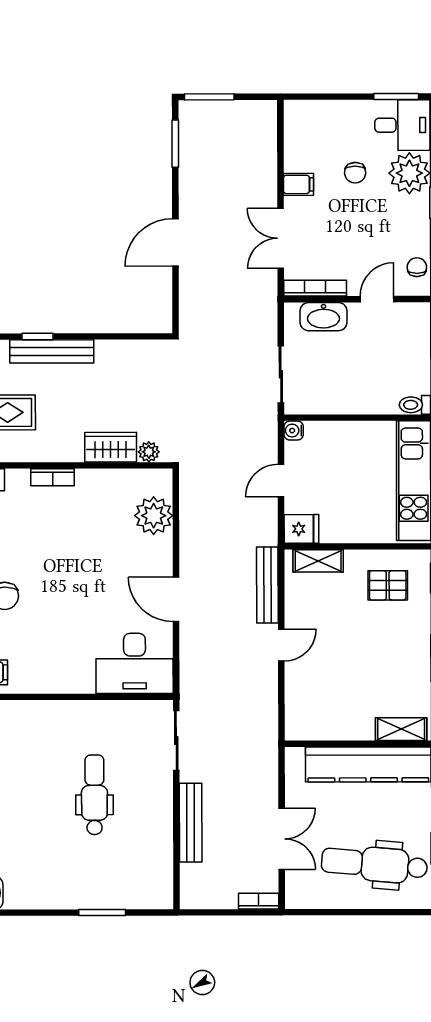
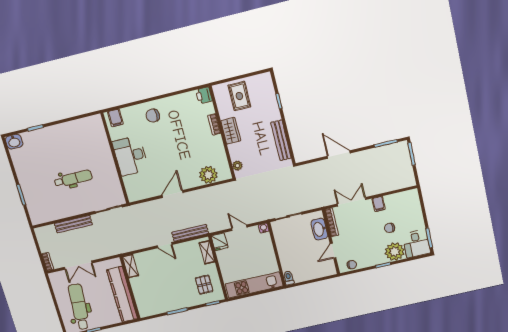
door: (377, 299) -> (333, 251), swing flipped
bench: (52, 351) -> (281, 140), moved
wardrobe: (111, 447) -> (231, 131), moved
desk: (135, 663) -> (131, 156), moved
shelving: (401, 729) -> (130, 266), moved

